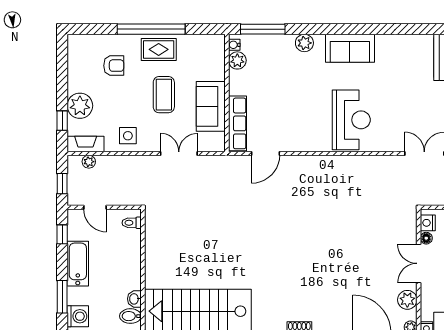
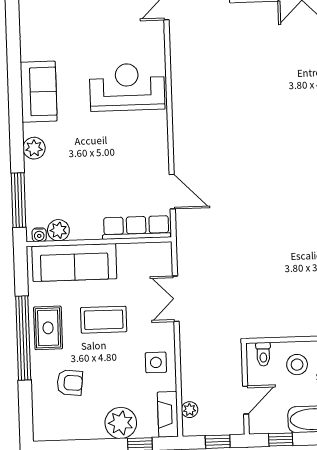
armchair: (114, 66) -> (70, 383), turned 96
sofa: (211, 106) -> (74, 263), moved, width x1.36
stool: (122, 250) -> (297, 365), added

